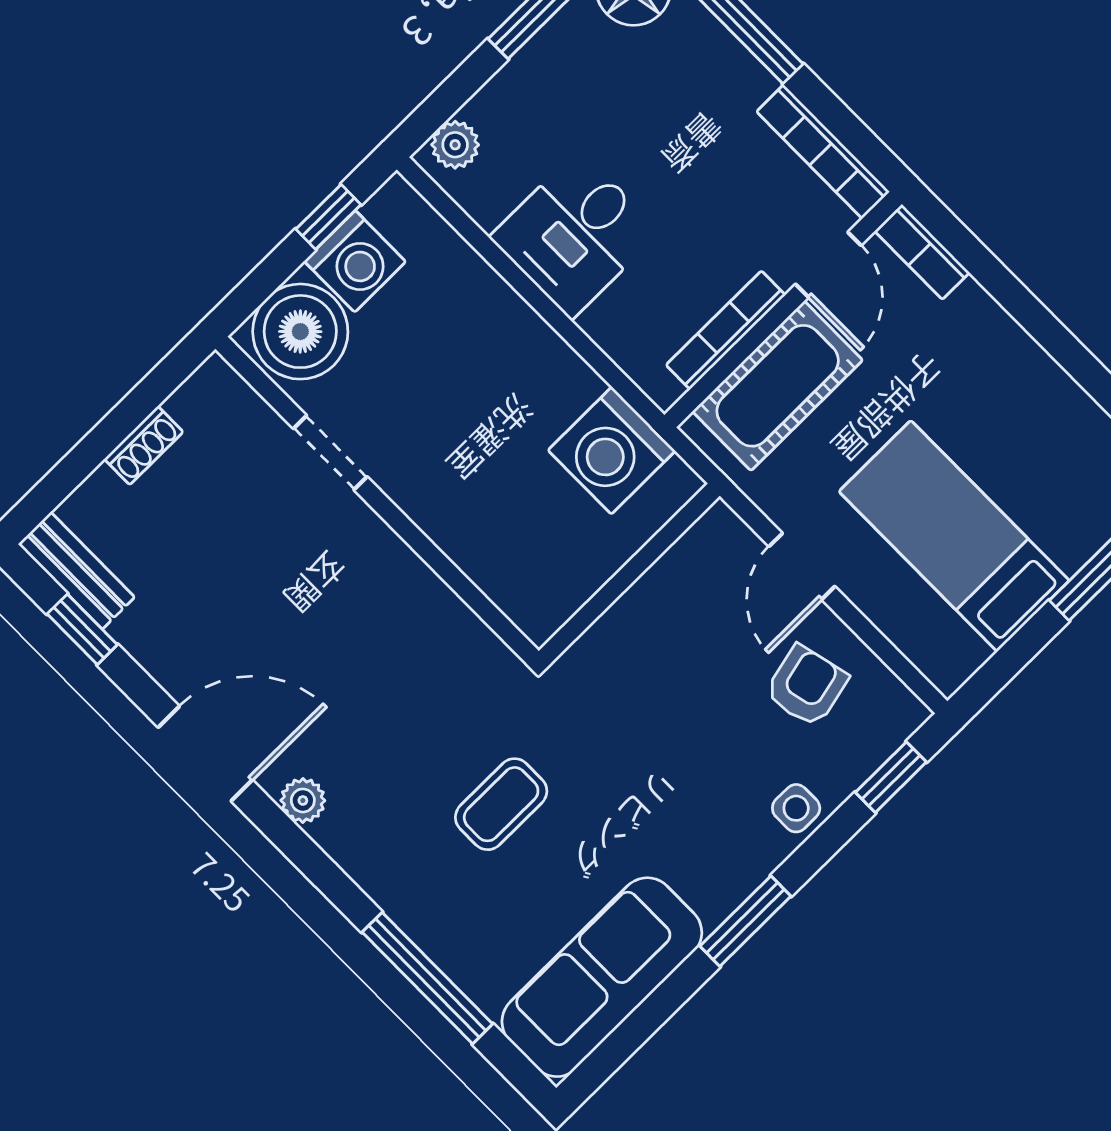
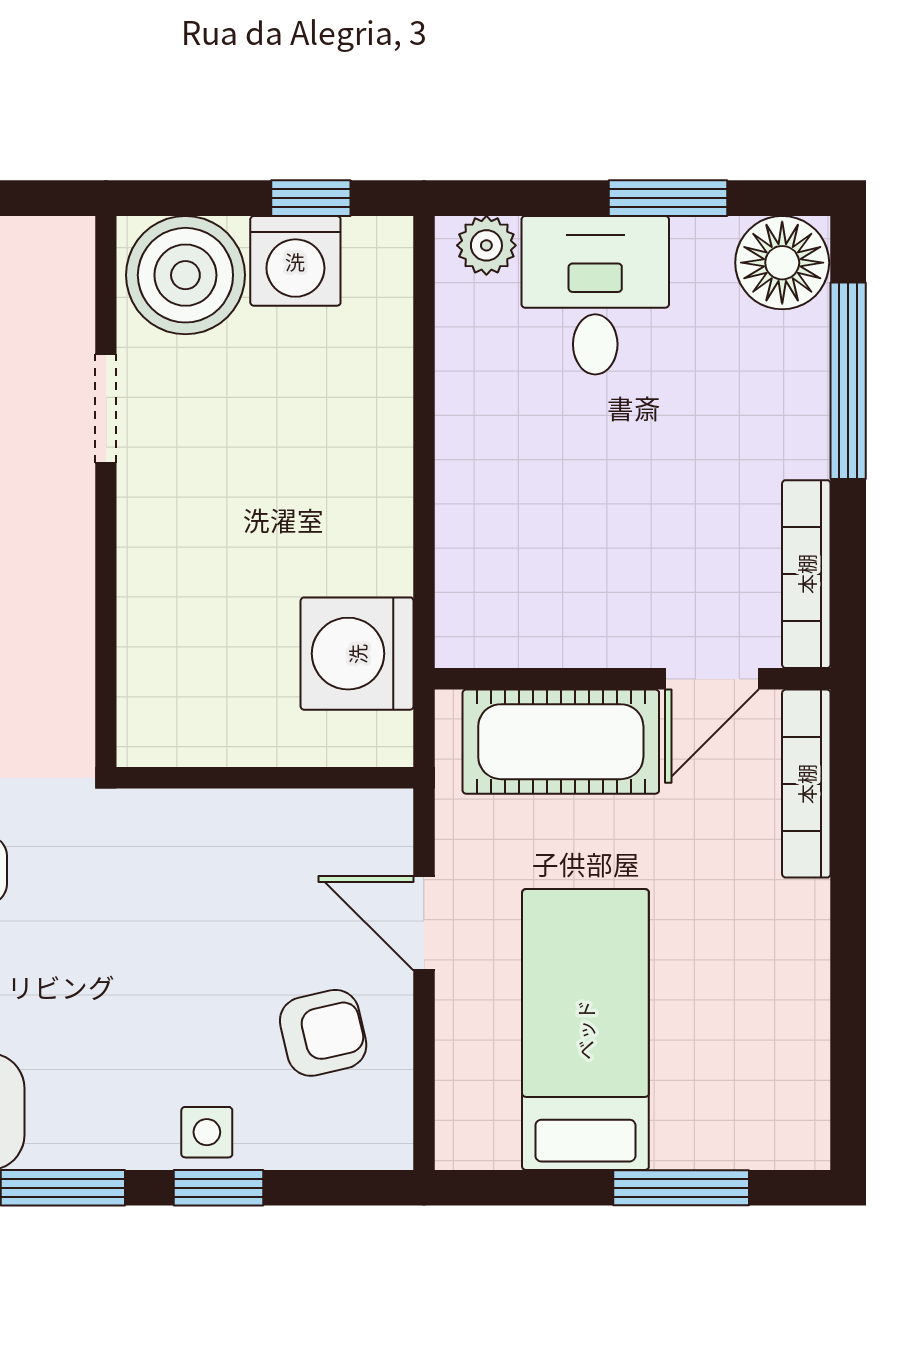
desk: (575, 234) -> (595, 295), moved, turned 90
bookcase: (922, 252) -> (806, 784), width x1.56
bookcase: (726, 330) -> (564, 647), removed
door: (802, 566) -> (424, 923), hinge flipped
window: (891, 777) -> (218, 1188), moved

